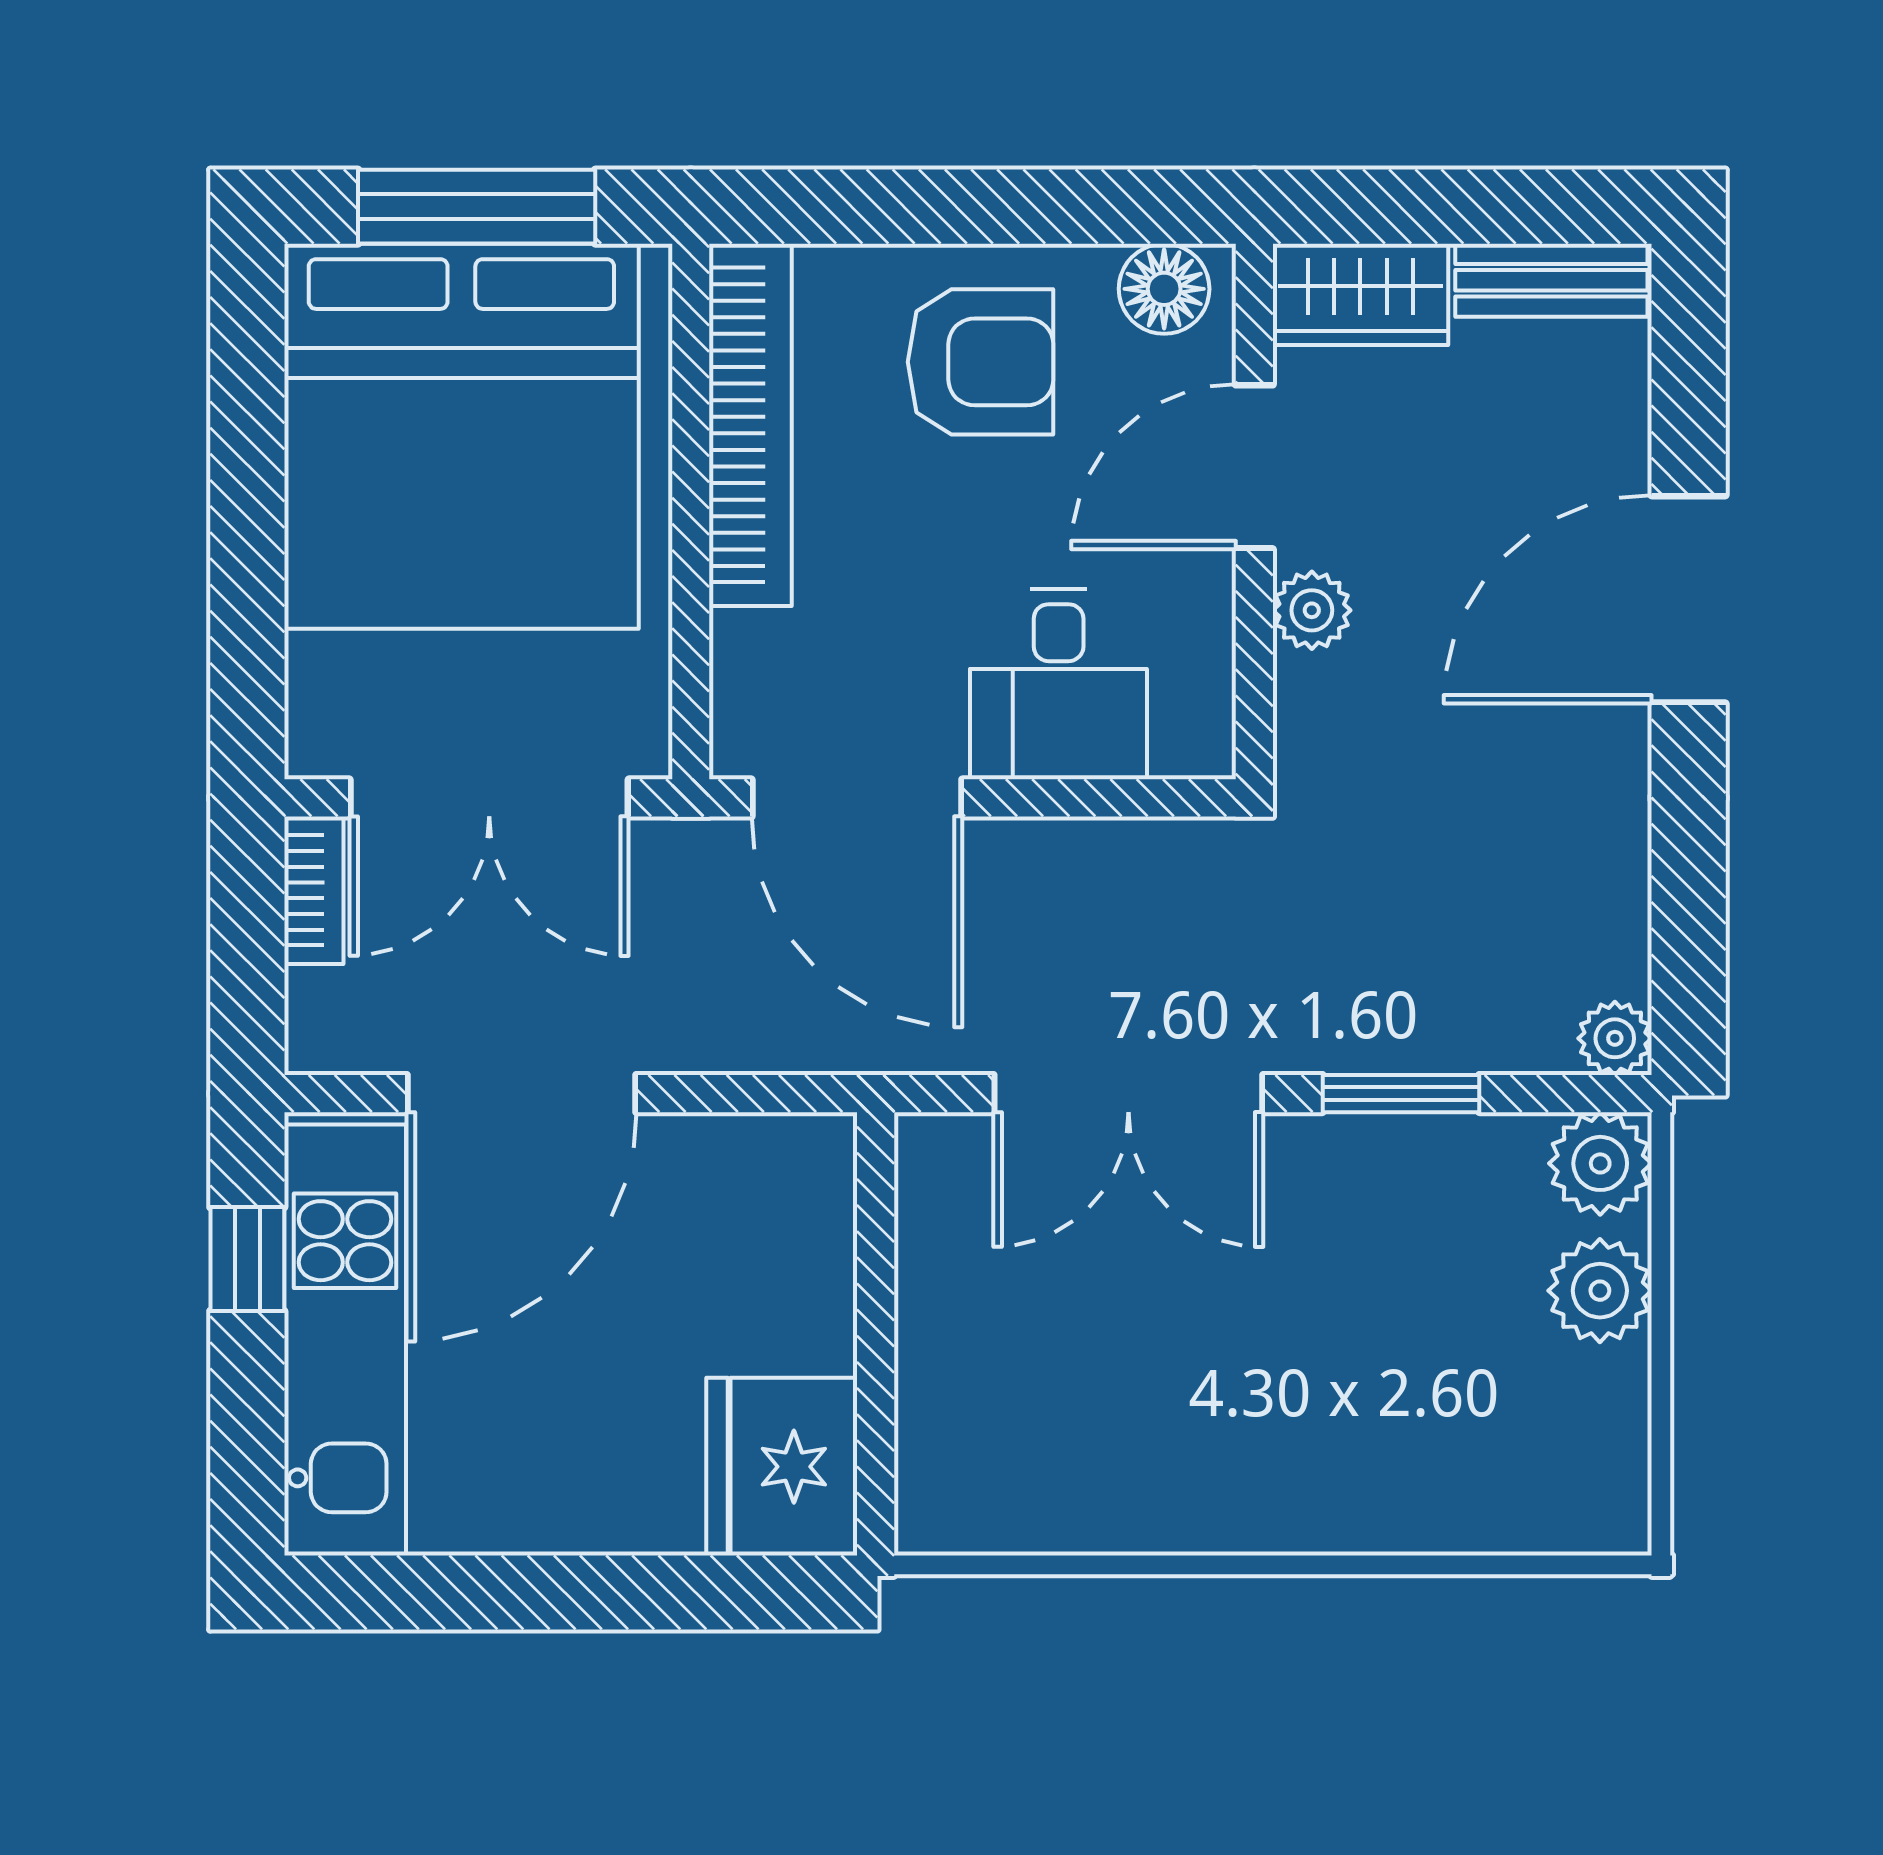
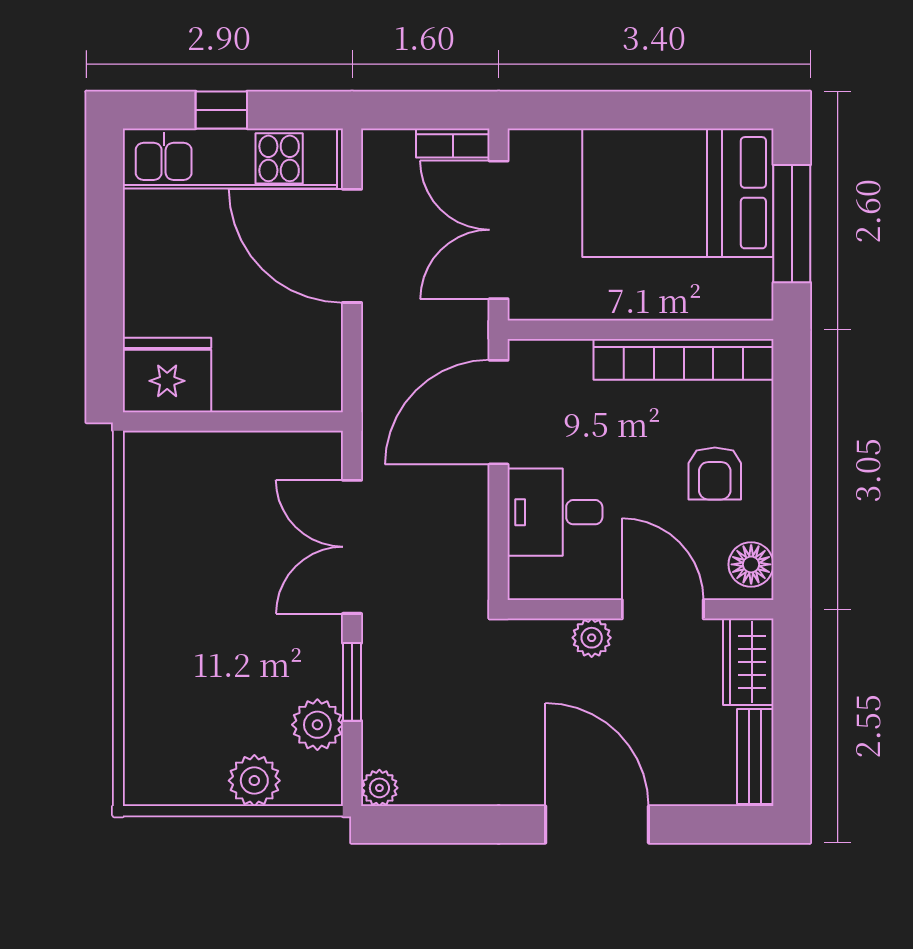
armchair: (980, 362) -> (715, 473), width x0.72, depth x0.72
bed: (461, 436) -> (678, 193), width x0.73
plant: (1600, 1163) -> (317, 725), moved
window: (247, 1259) -> (221, 110), moved

